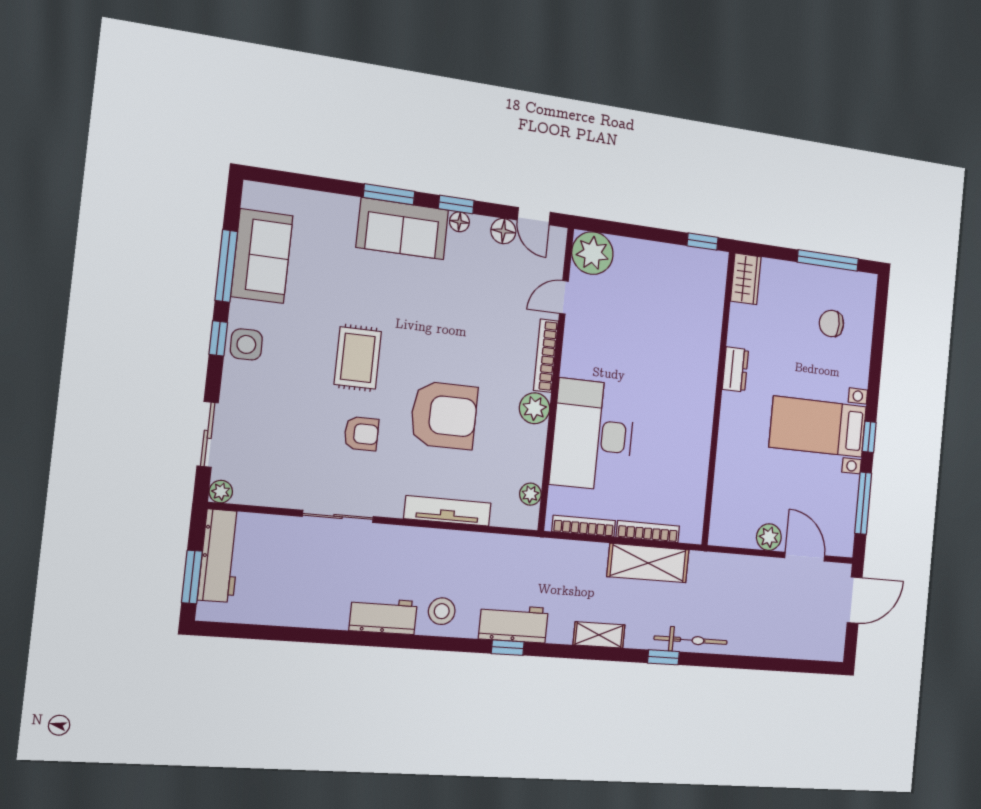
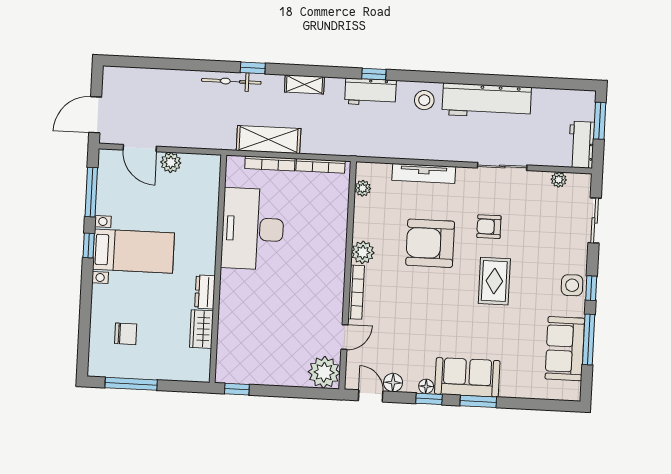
wardrobe: (746, 279) -> (201, 329), moved
desk: (593, 435) -> (253, 229), moved, turned 180
plant: (221, 492) -> (559, 180), moved
workbench: (220, 556) -> (581, 145), width x0.73
workbench: (383, 616) -> (487, 101), width x1.88, depth x1.32

